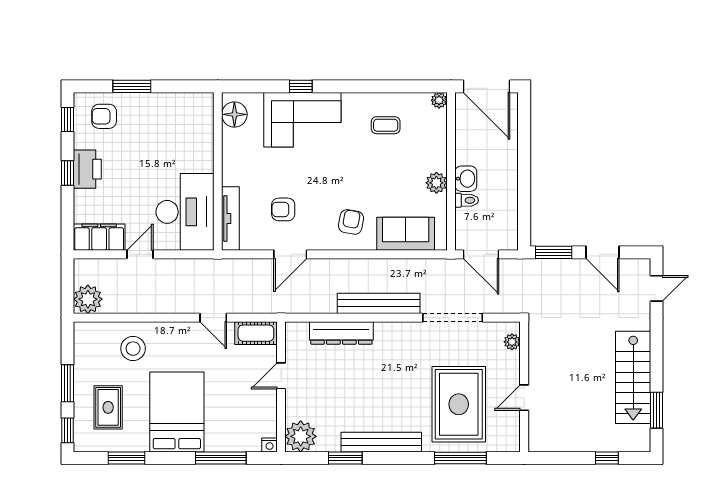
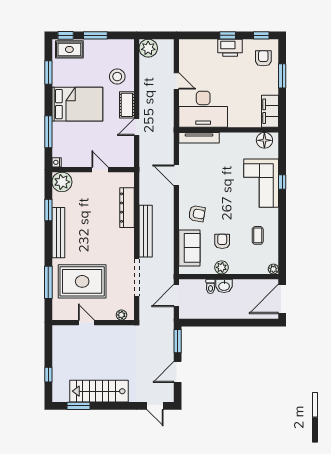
armchair: (283, 209) -> (222, 241), moved
filing cabinet: (99, 237) -> (270, 111), moved, turned 180
cot: (256, 333) -> (127, 105), moved
rug: (108, 407) -> (69, 49), moved

